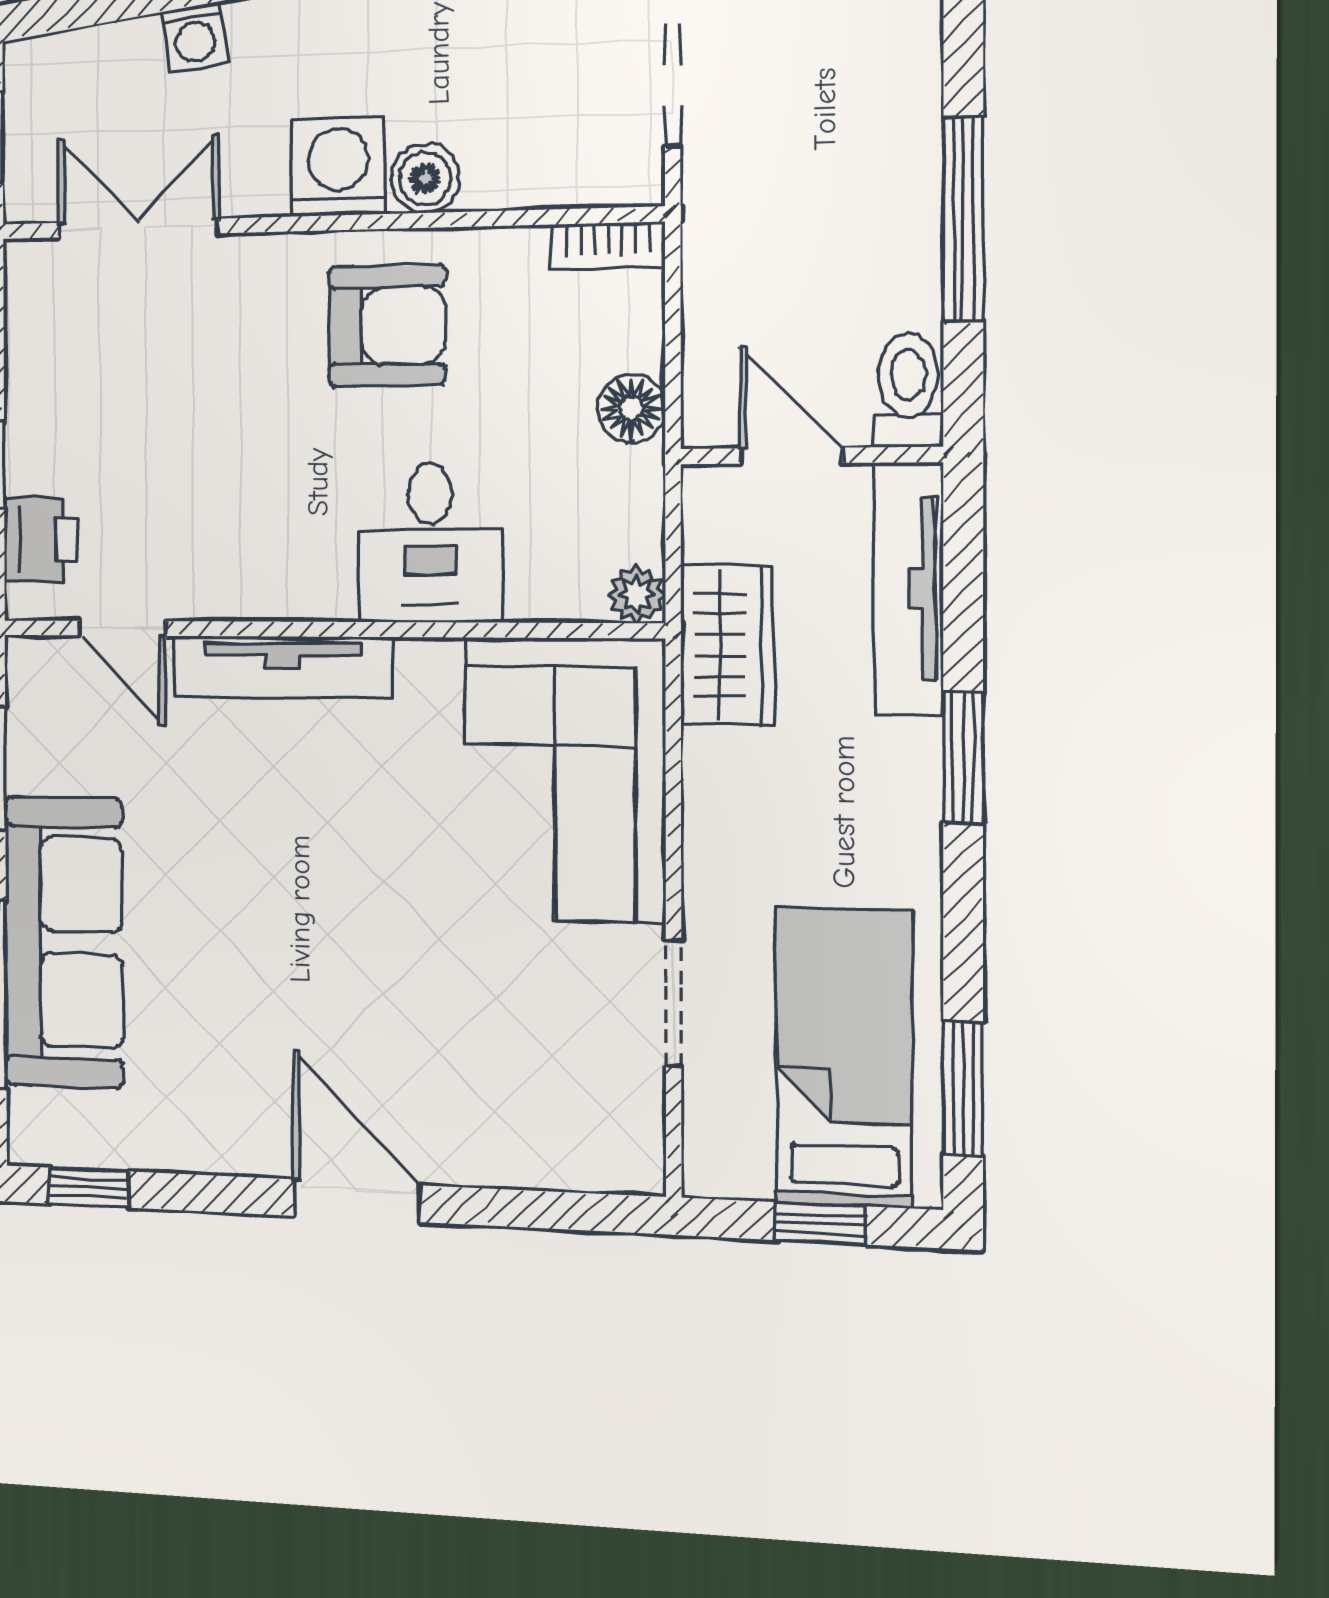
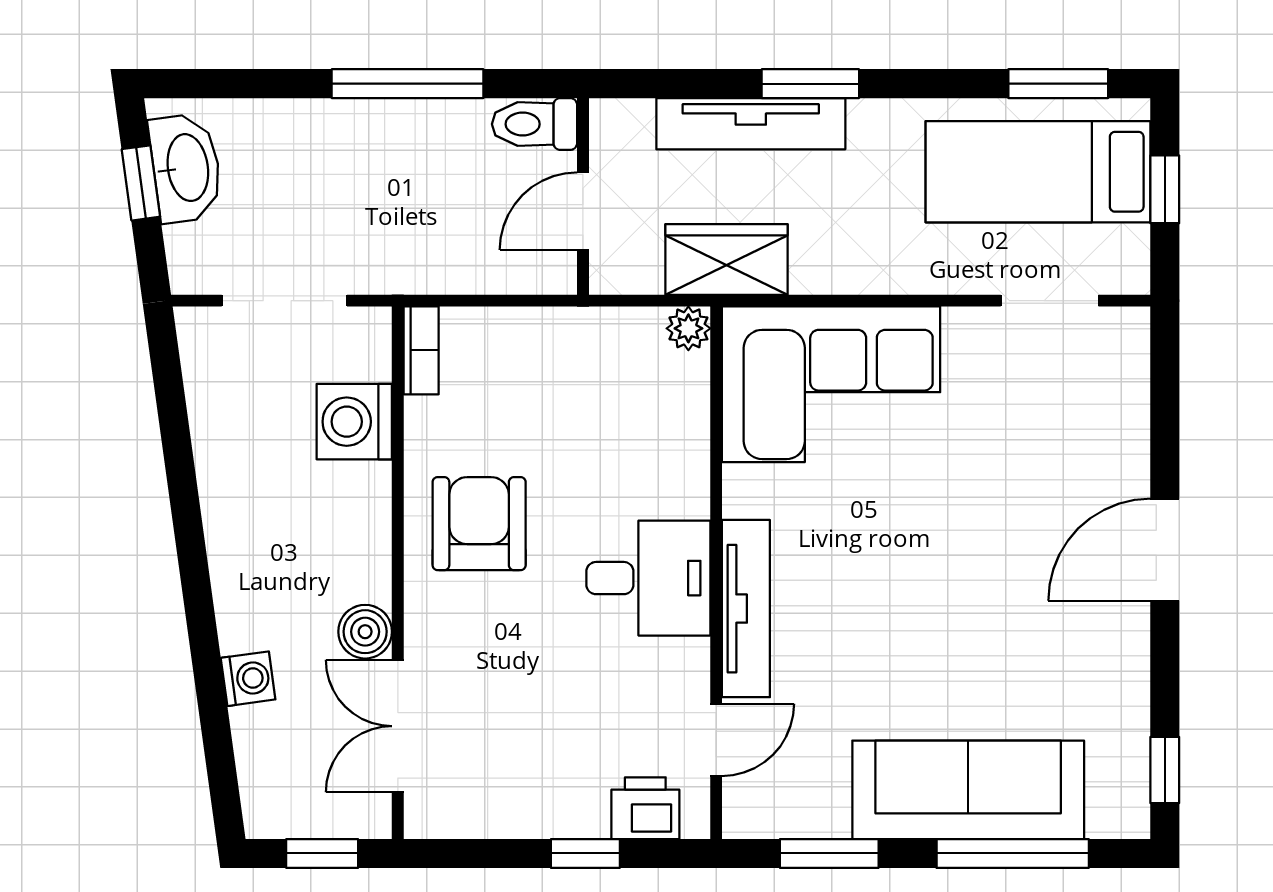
washing machine: (338, 167) -> (354, 422), moved
boiler: (425, 178) -> (365, 632), moved
floor lamp: (631, 408) -> (546, 333), removed
desk: (430, 543) -> (648, 578), moved
tv unit: (909, 588) -> (751, 124), moved
doorway: (674, 1003) -> (1050, 301), moved

